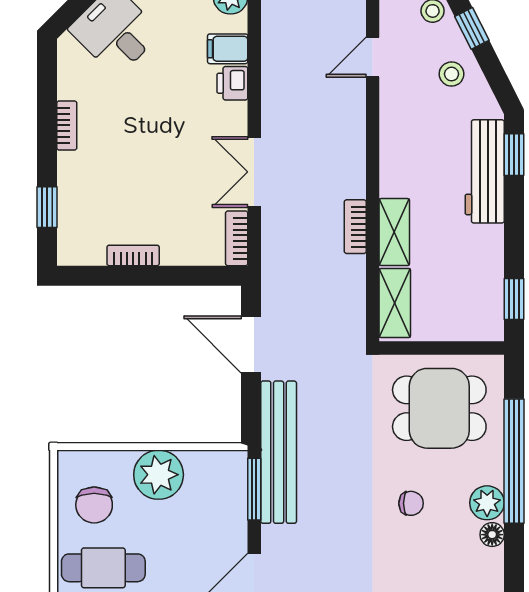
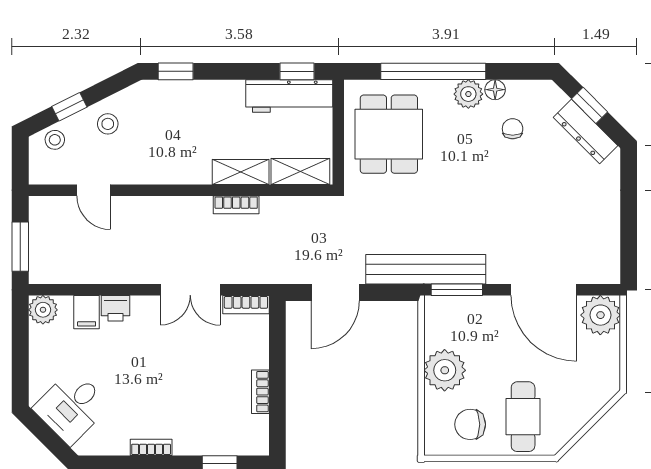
workbench: (485, 171) -> (289, 96), moved
chair: (411, 503) -> (513, 129), moved
chair: (94, 505) -> (470, 424), turned 180

